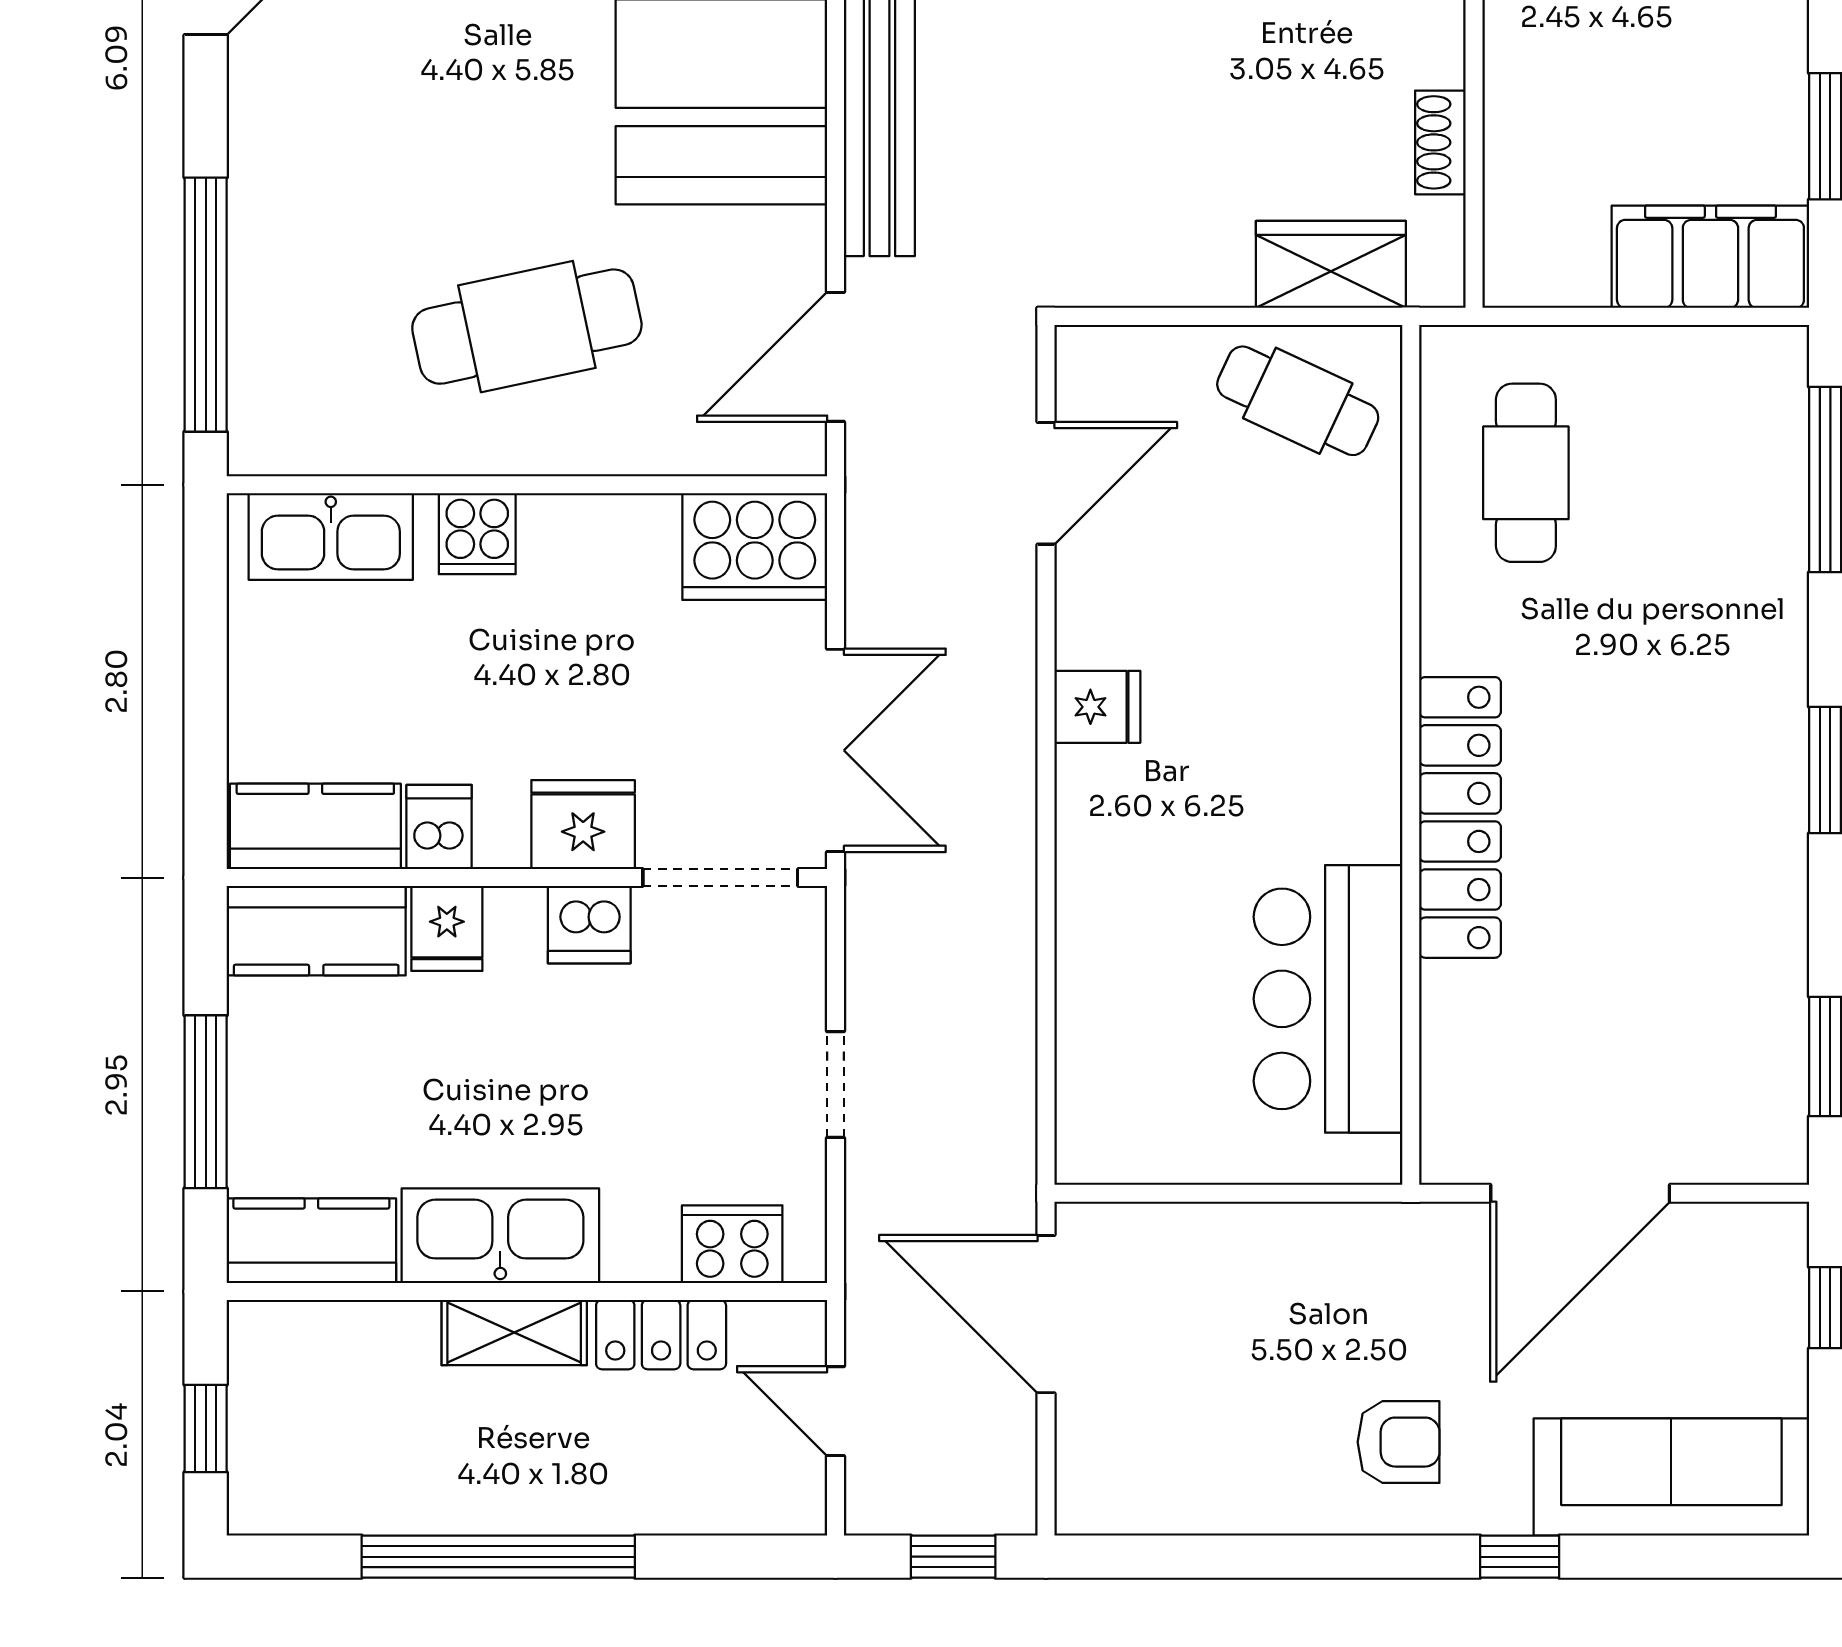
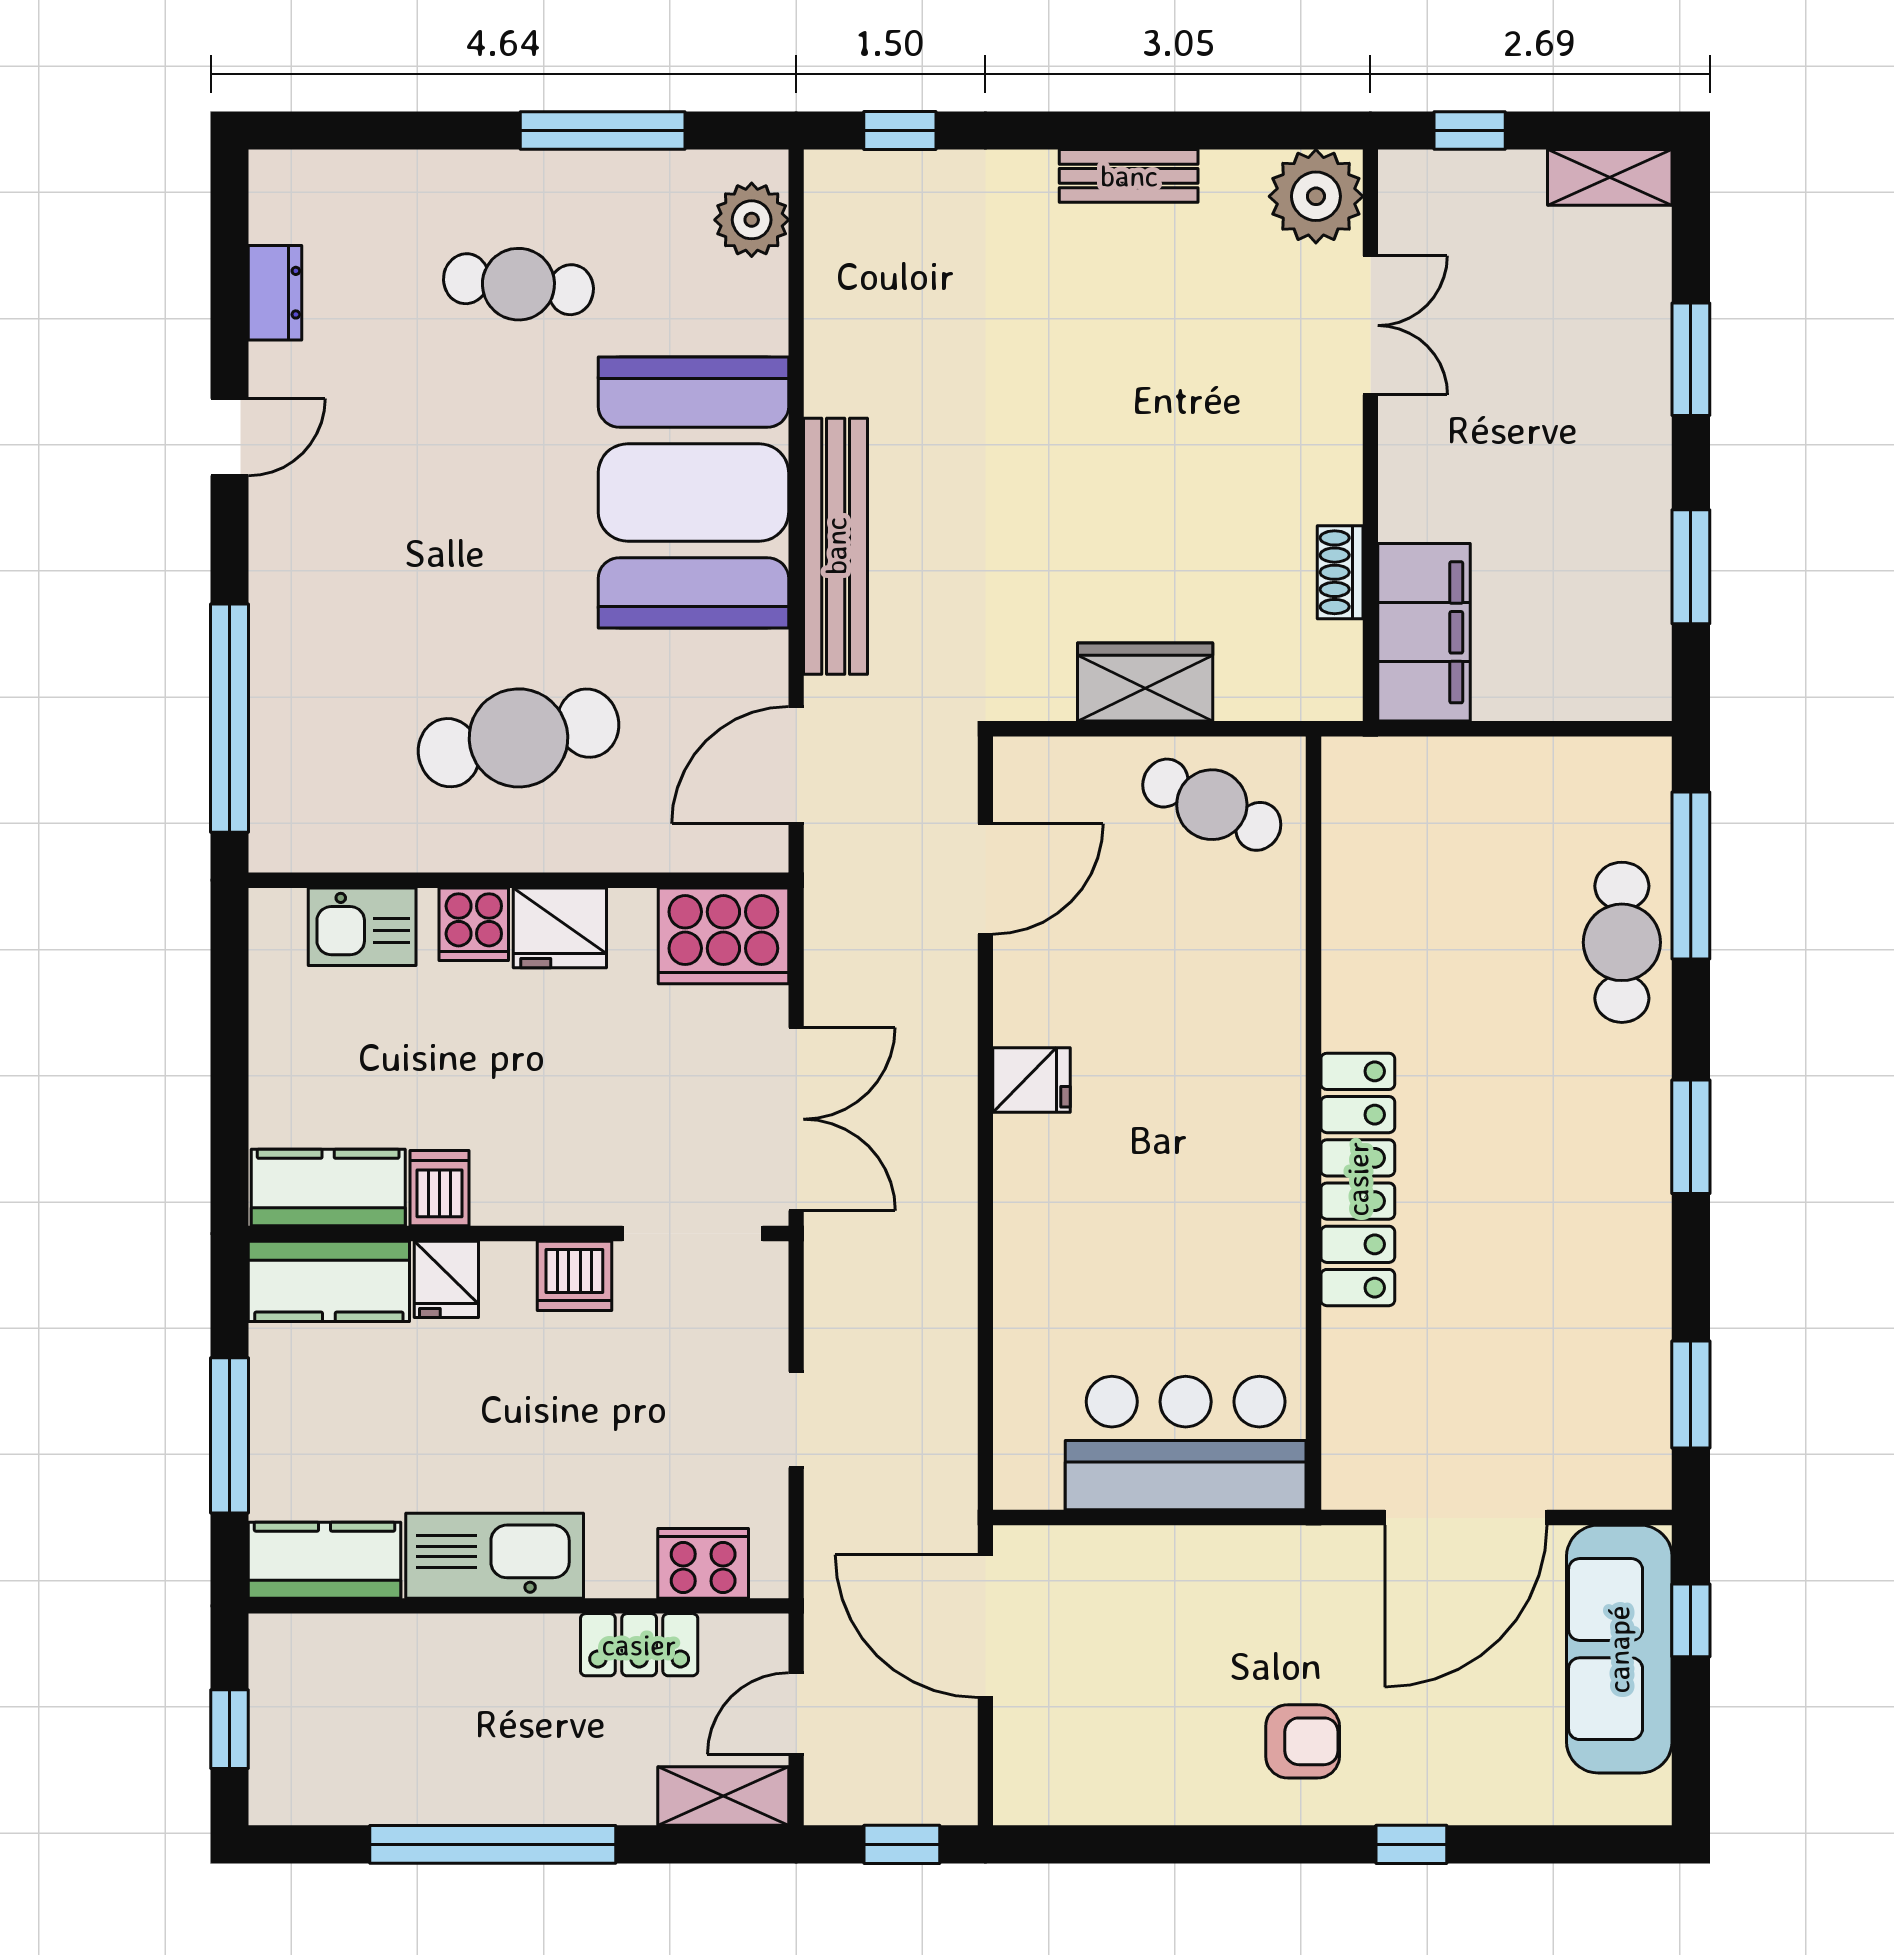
filing cabinet: (1710, 257) -> (1424, 632), moved, turned 90
wardrobe: (1331, 264) -> (1145, 682), moved
cafe table: (1526, 473) -> (1622, 942), moved
kitchen sink: (331, 536) -> (362, 927), width x0.73
fridge: (583, 825) -> (560, 928), moved, turned 180
bar counter: (1328, 999) -> (1186, 1443), moved, turned 90
shelving: (514, 1333) -> (723, 1796), moved
door: (836, 1411) -> (796, 1714), hinge flipped
sofa: (1671, 1477) -> (1619, 1649), moved, turned -90

